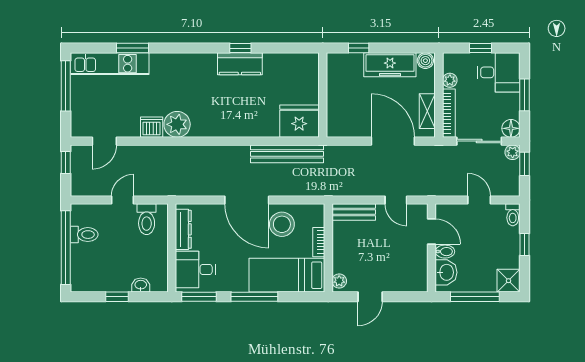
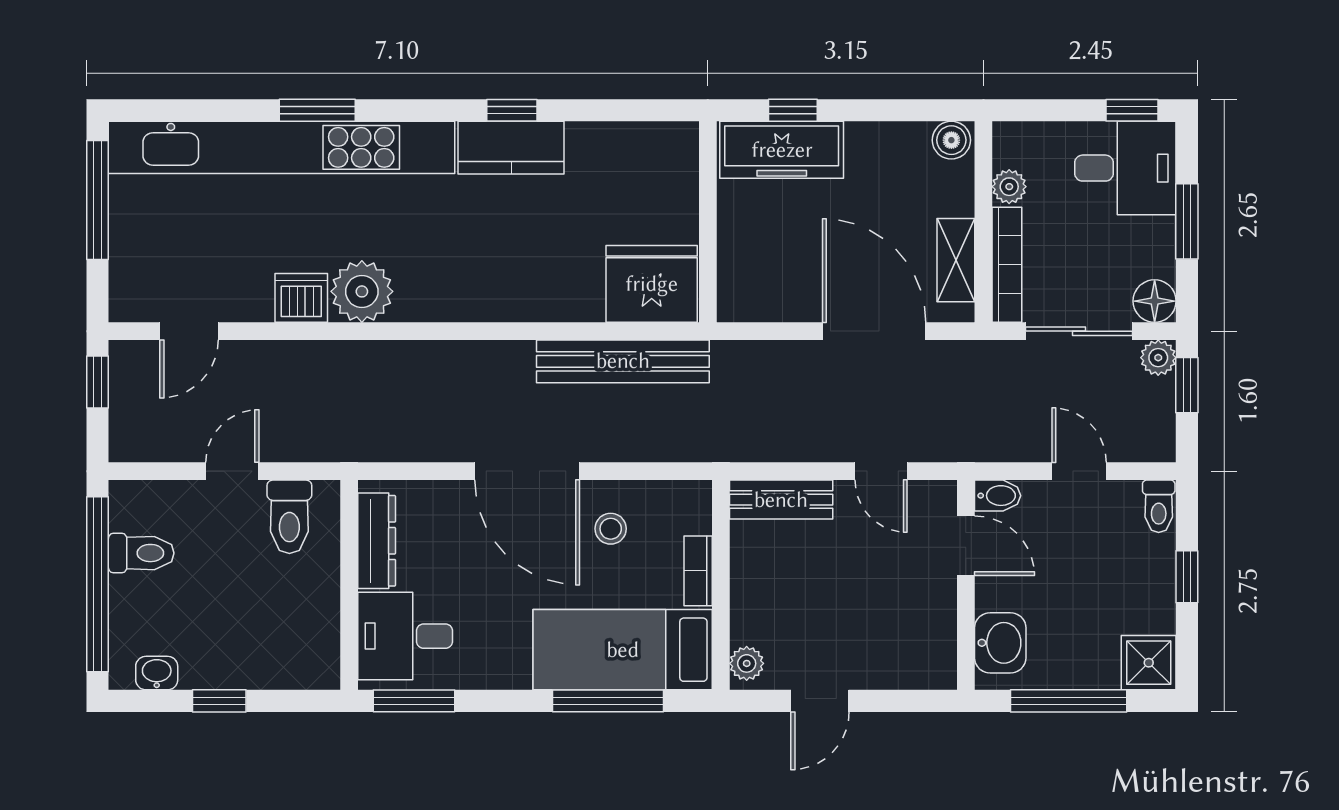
window: (132, 48) -> (317, 110), moved
window: (481, 48) -> (1132, 110), moved
kitchen unit: (110, 64) -> (282, 147), width x1.86
freezer: (390, 65) -> (782, 150), moved
stool: (282, 224) -> (611, 529), width x0.53, depth x0.53
bidet: (445, 252) -> (998, 496), moved
washbasin: (141, 285) -> (157, 673), moved
window: (254, 297) -> (608, 701), moved

